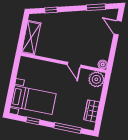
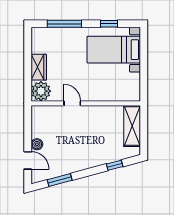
boiler: (103, 64) -> (37, 144), moved
wardrobe: (92, 111) -> (39, 67), moved

